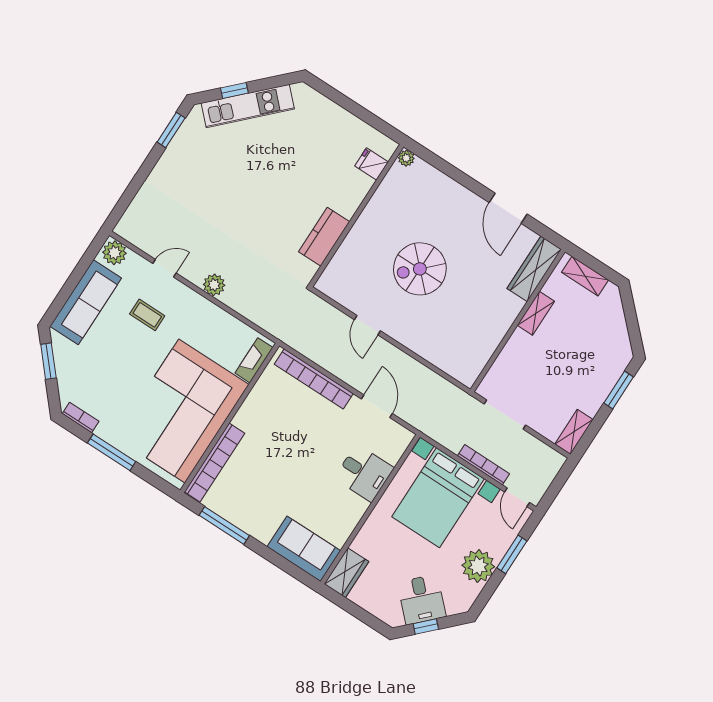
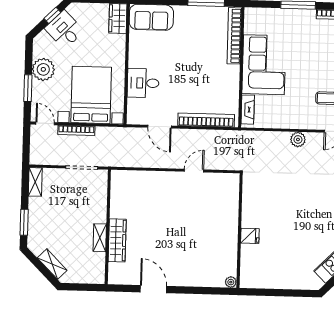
fridge: (372, 164) -> (250, 236), moved
kitchen counter: (324, 237) -> (251, 207), removed
spiral stairs: (420, 269) -> (183, 222), removed
wardrobe: (534, 269) -> (117, 240), moved
shelving: (585, 276) -> (52, 264), moved, turned 45
door: (367, 325) -> (194, 171), hinge flipped
corner sofa: (182, 411) -> (264, 65), width x0.73, depth x0.74

